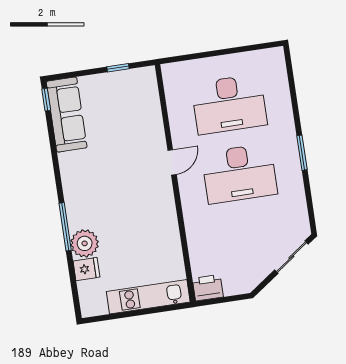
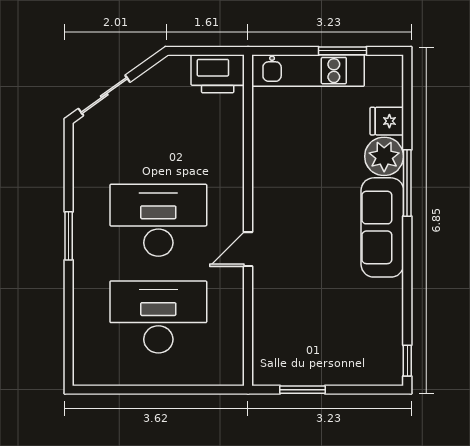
window: (118, 68) -> (303, 390), width x1.50
sofa: (67, 115) -> (382, 227), moved
printer: (208, 288) -> (218, 74), width x1.37, depth x1.19
window: (126, 314) -> (342, 51), added

